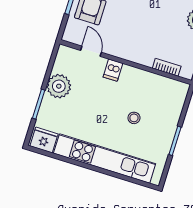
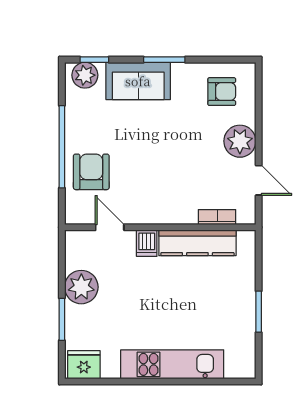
kitchen counter: (148, 81) -> (197, 243), added
stool: (134, 118) -> (194, 298), removed
kitchen unit: (105, 158) -> (172, 364), width x0.73

